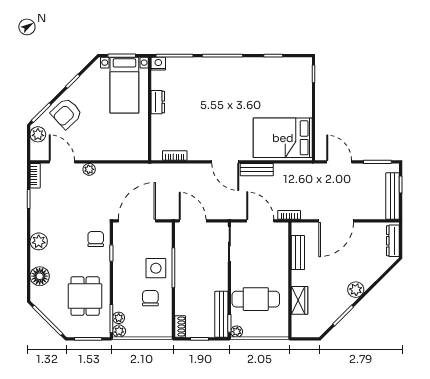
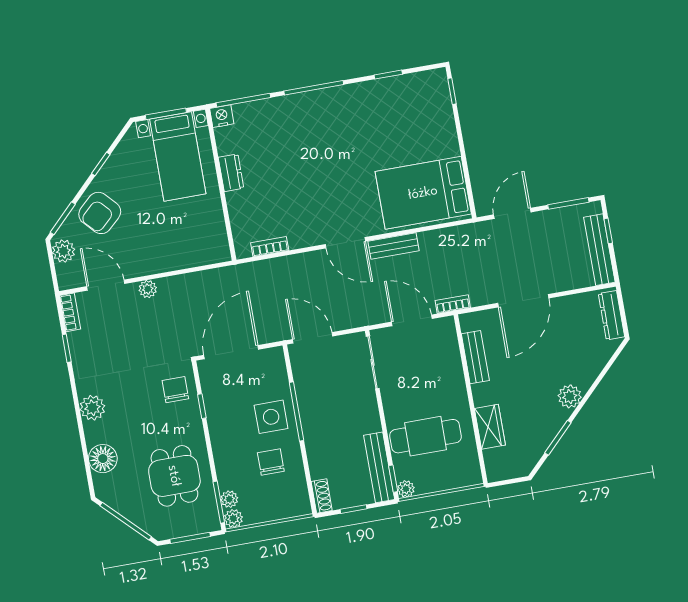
door: (339, 162) -> (512, 213), hinge flipped

